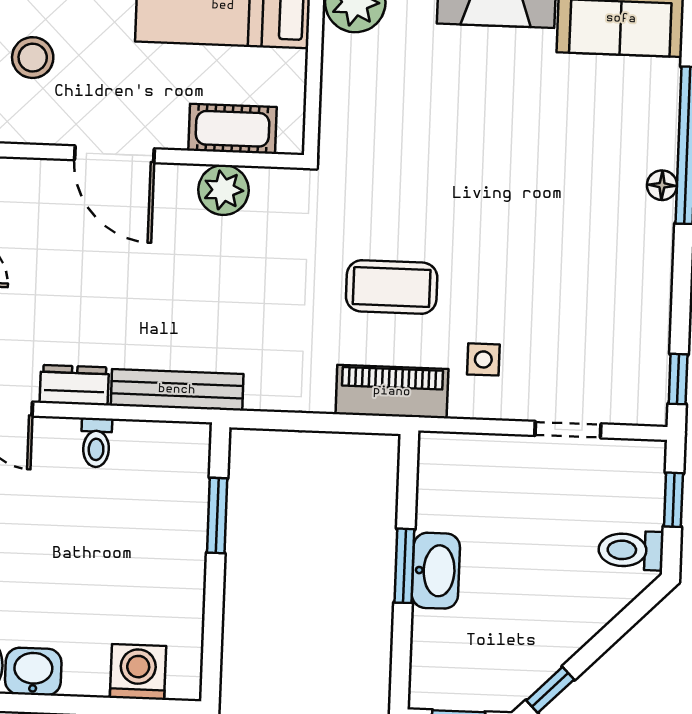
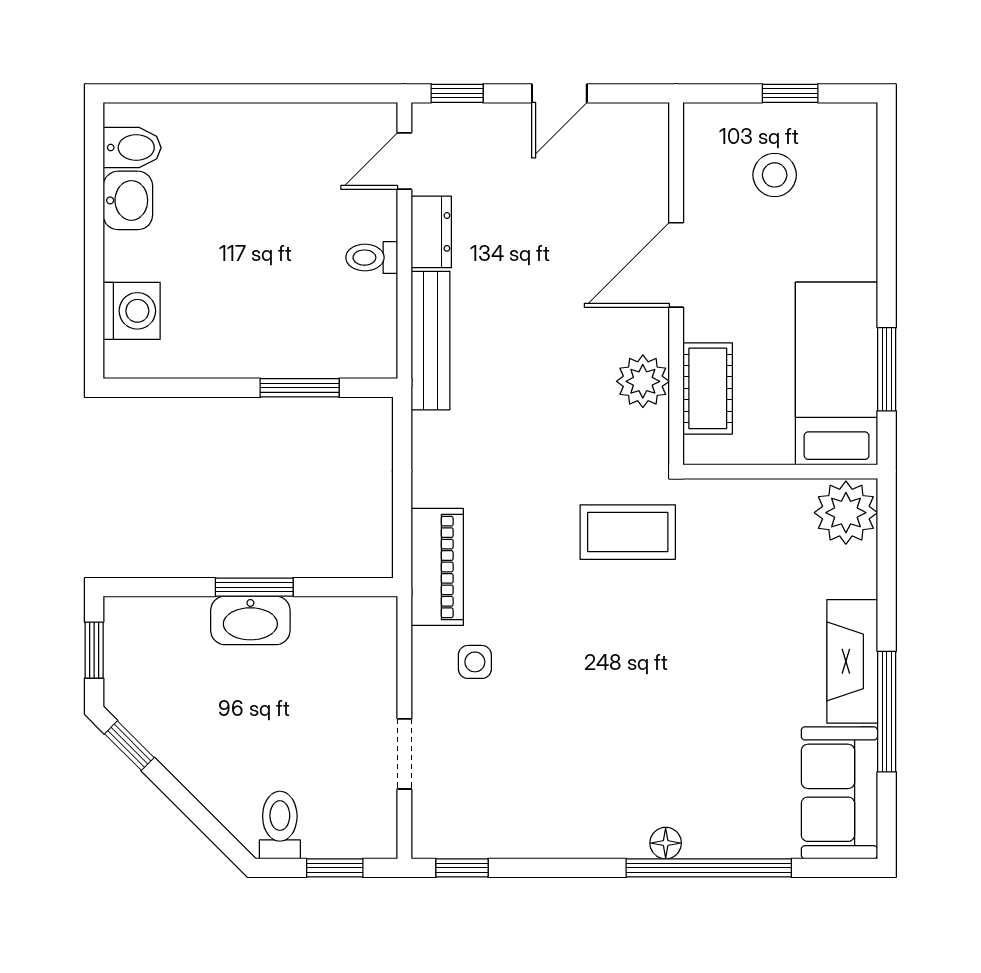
coffee table: (392, 287) -> (628, 532), moved, turned 90

